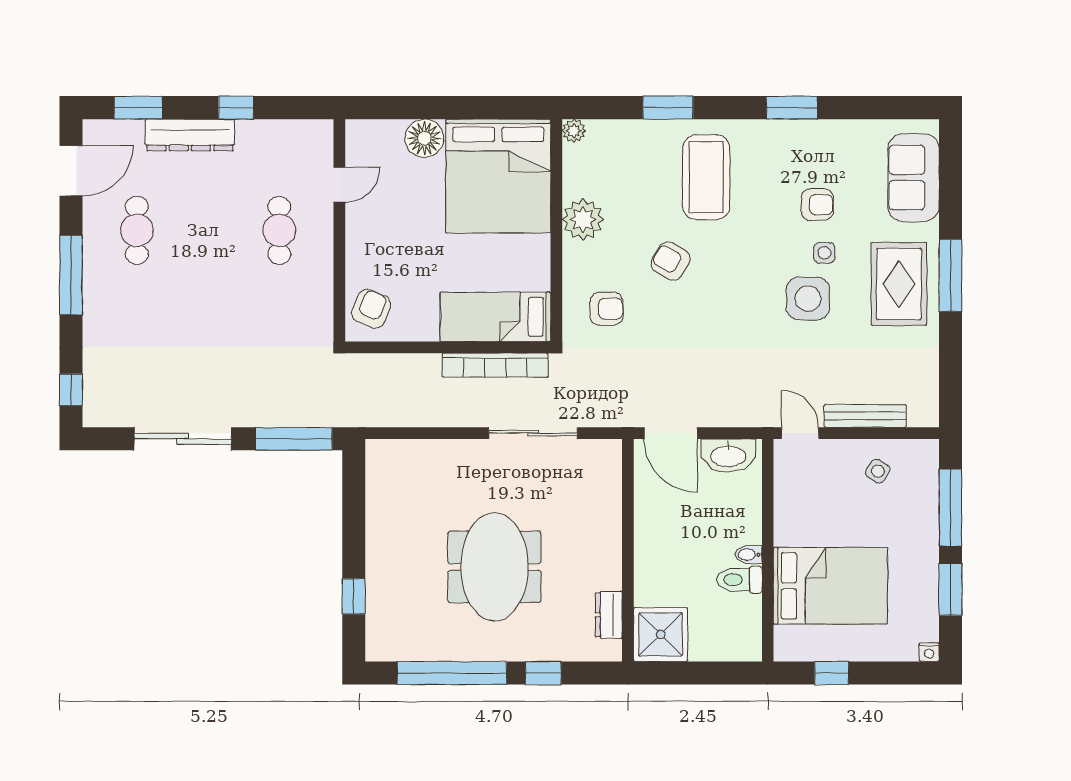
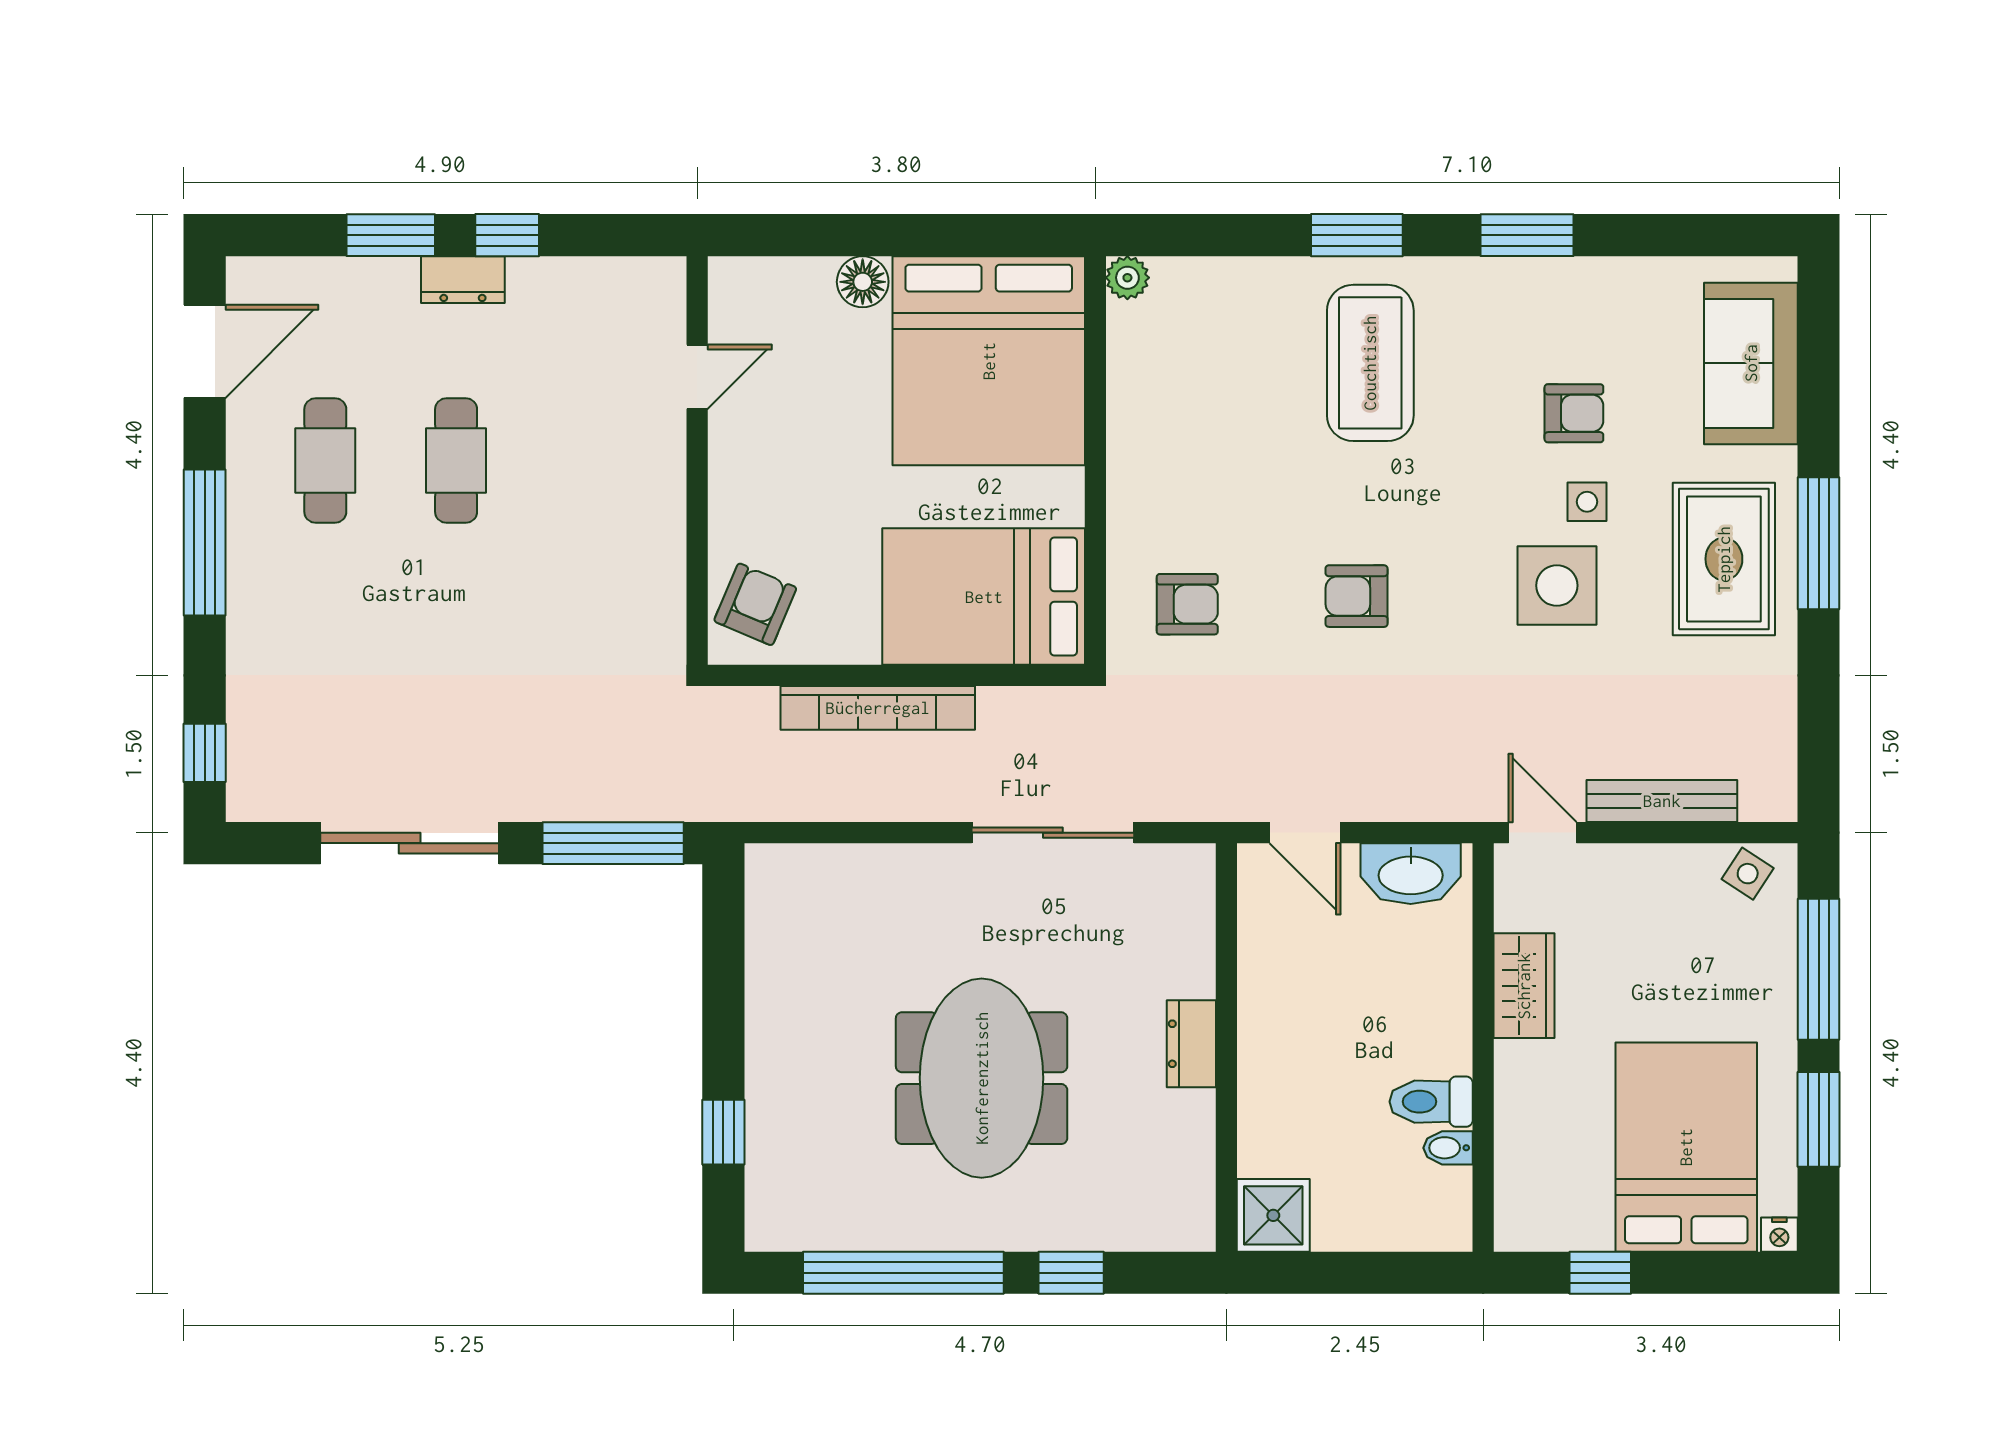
window: (138, 108) -> (391, 235), moved
window: (668, 108) -> (1357, 235), moved
dresser: (190, 135) -> (463, 280), width x0.51, depth x0.80
floor lamp: (424, 138) -> (863, 282), width x0.73, depth x0.73
plant: (583, 219) -> (1144, 441), removed
cafe table: (279, 230) -> (456, 461), moved
armchair: (671, 261) -> (1357, 596), moved, turned -31
bed: (496, 317) -> (984, 597), width x1.50
bookcase: (495, 365) -> (878, 708), moved
door: (671, 433) -> (1305, 833), width x0.73
side table: (878, 471) -> (1748, 874), moved
wardrobe: (790, 516) -> (1524, 986), added
bidet: (749, 555) -> (1448, 1148), moved
bed: (830, 586) -> (1686, 1147), moved, turned -90
dresser: (609, 615) -> (1191, 1044), moved
shower: (661, 634) -> (1273, 1215), width x0.73, depth x0.73

